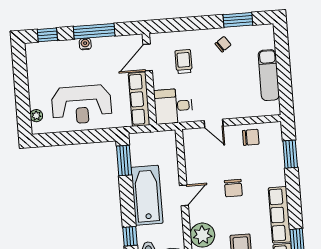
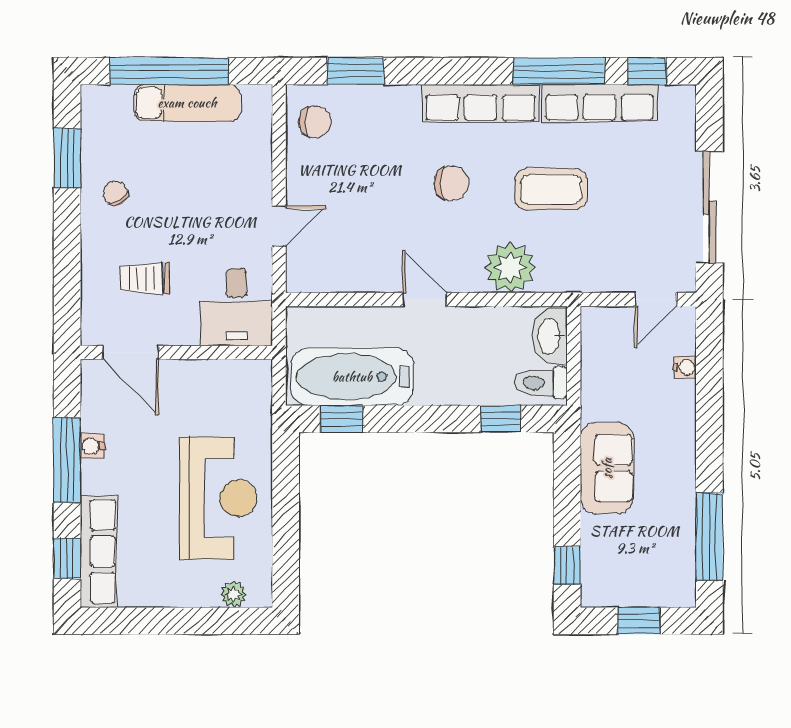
water cooler: (85, 44) -> (92, 446), moved
window: (283, 65) -> (169, 71), added
row of seats: (139, 99) -> (98, 551), moved, turned -90
chair: (251, 137) -> (315, 122), moved, turned 90
window: (124, 161) -> (342, 419), width x0.67
chair: (233, 188) -> (451, 183), moved
bathtub: (147, 195) -> (352, 377), moved

